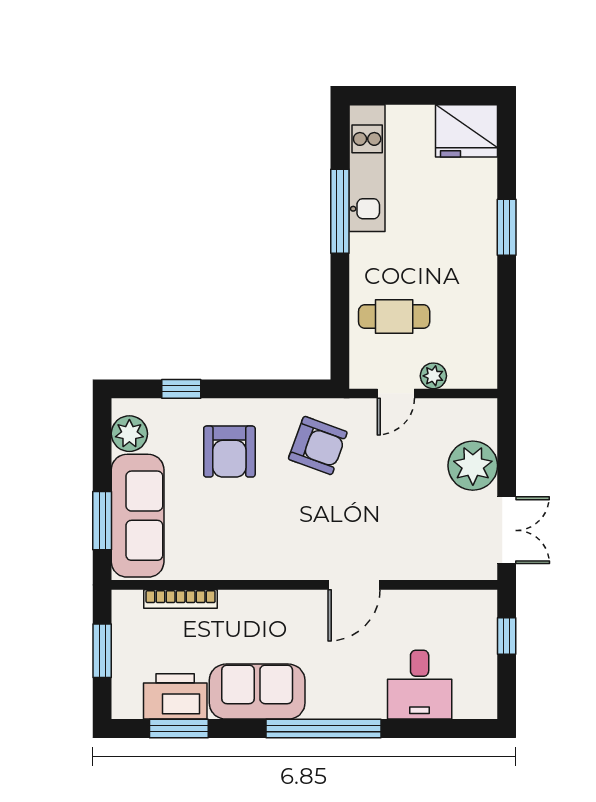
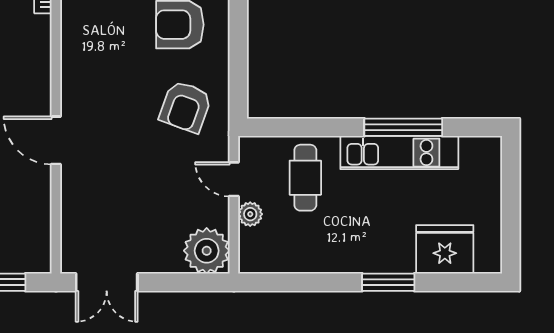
fridge: (467, 131) -> (445, 249), moved, turned 90
kitchen unit: (367, 168) -> (399, 153), moved
plant: (473, 466) -> (207, 251), moved

